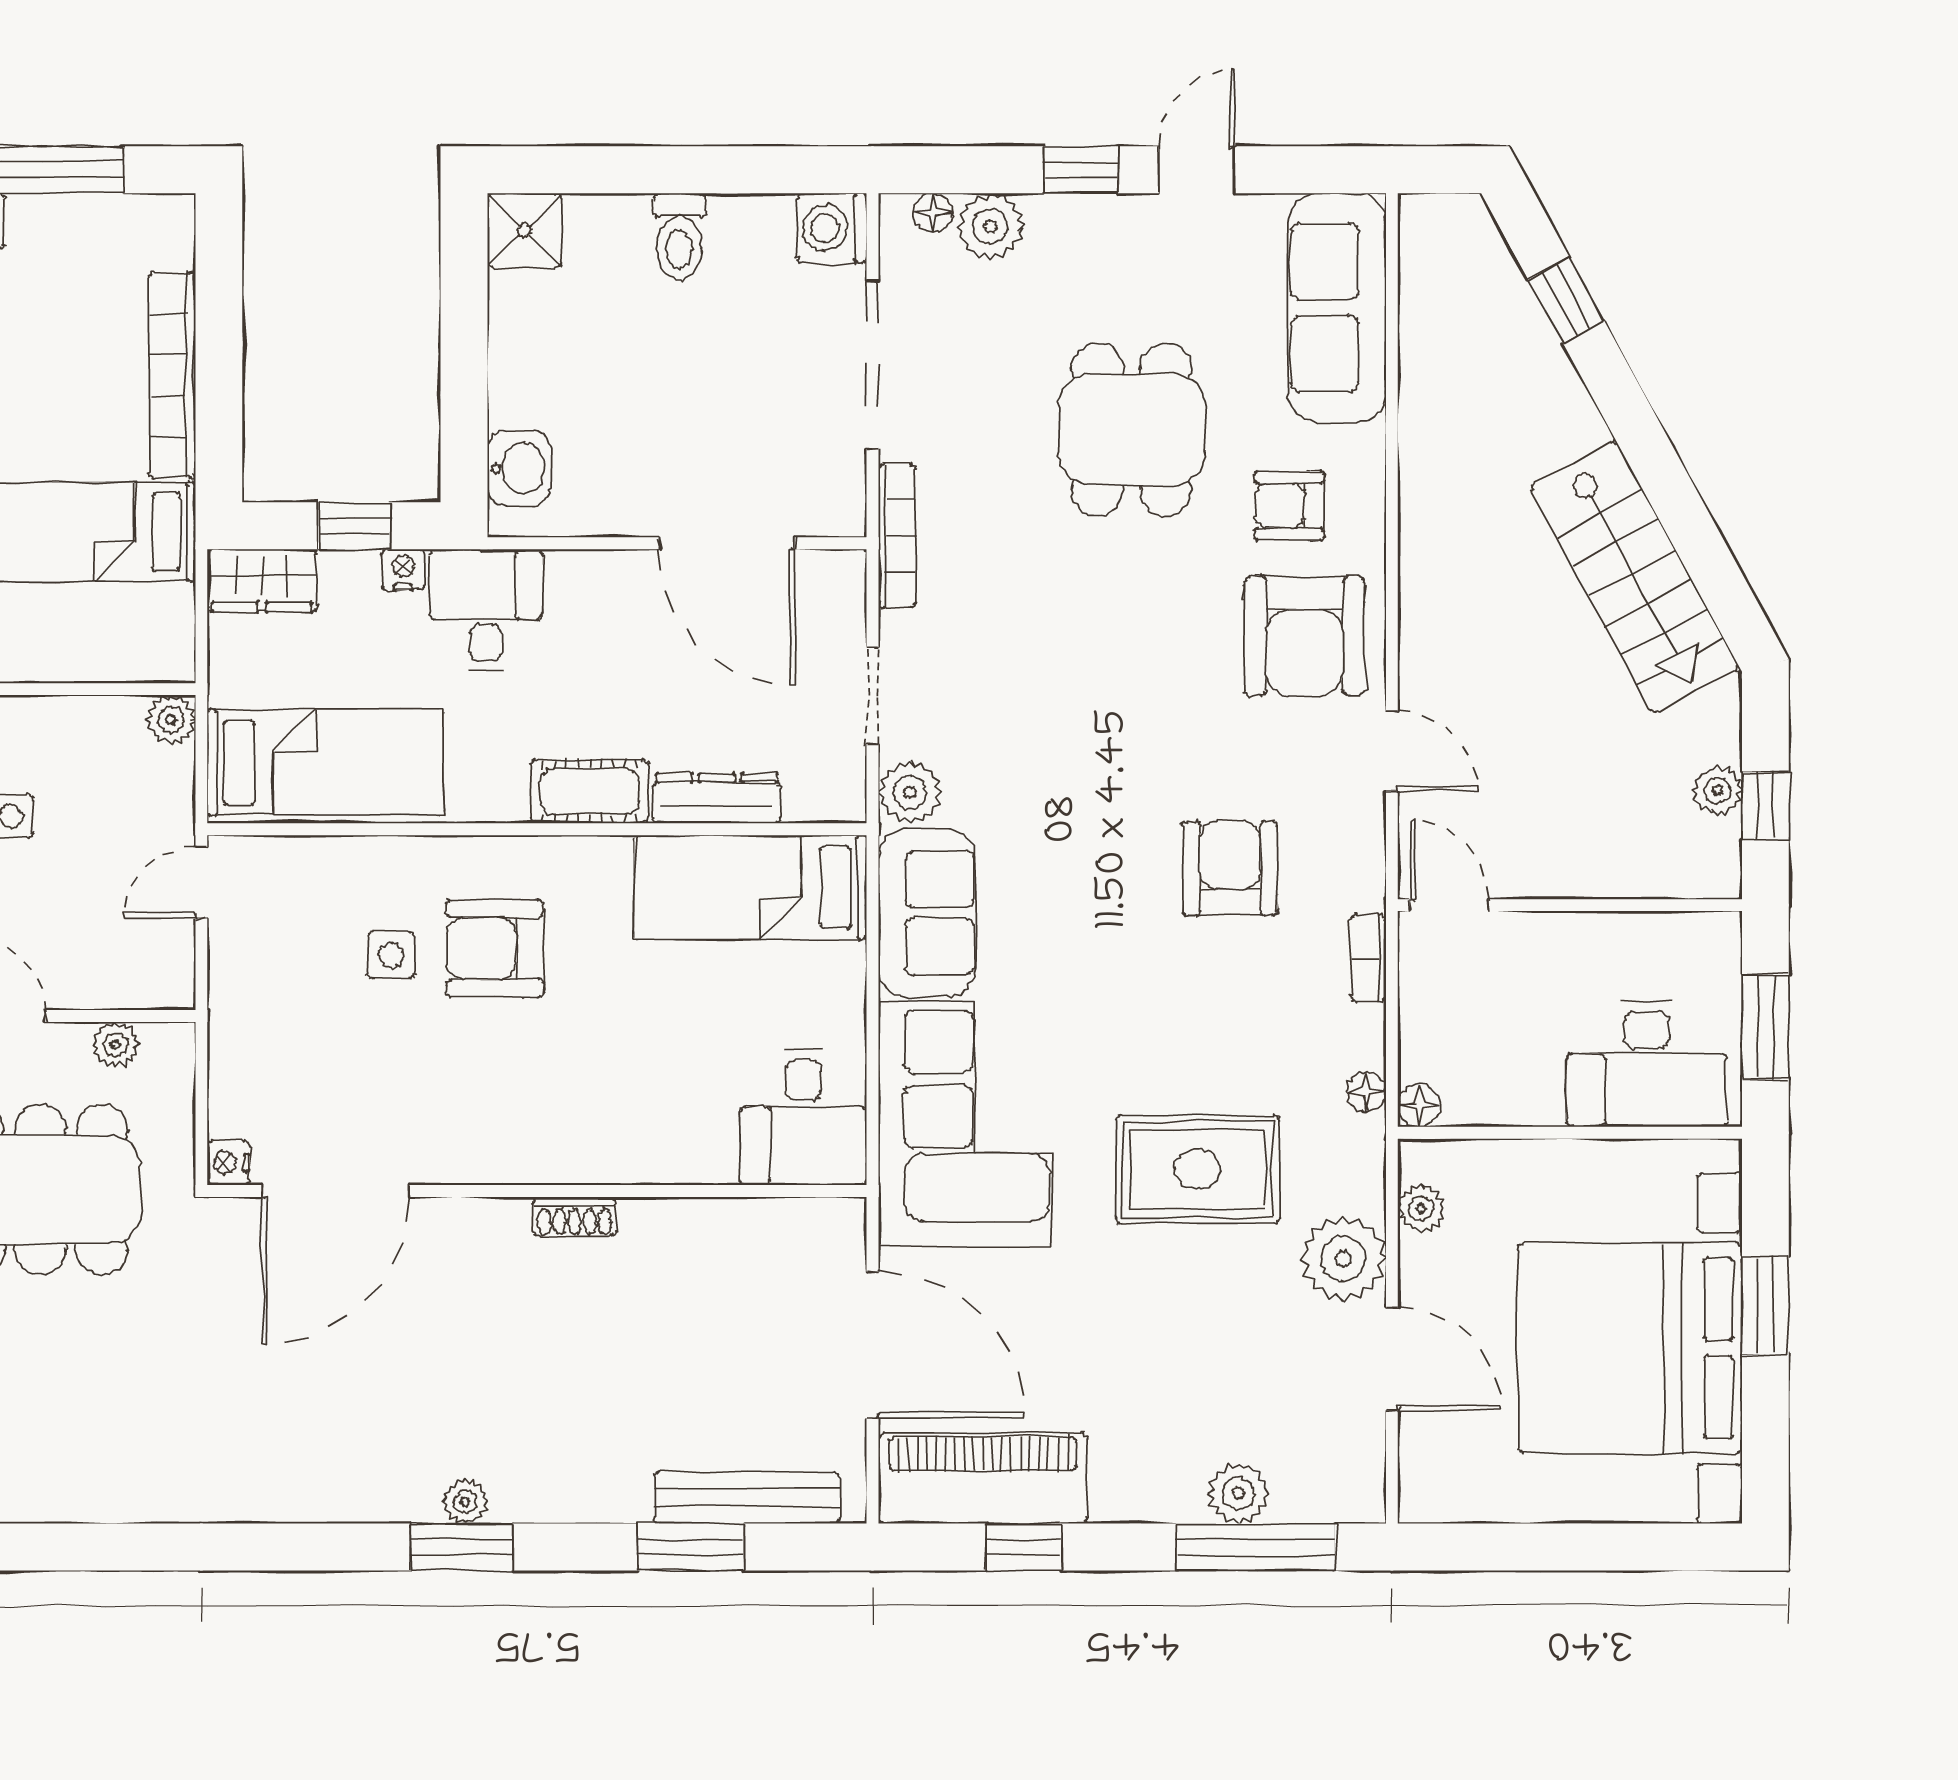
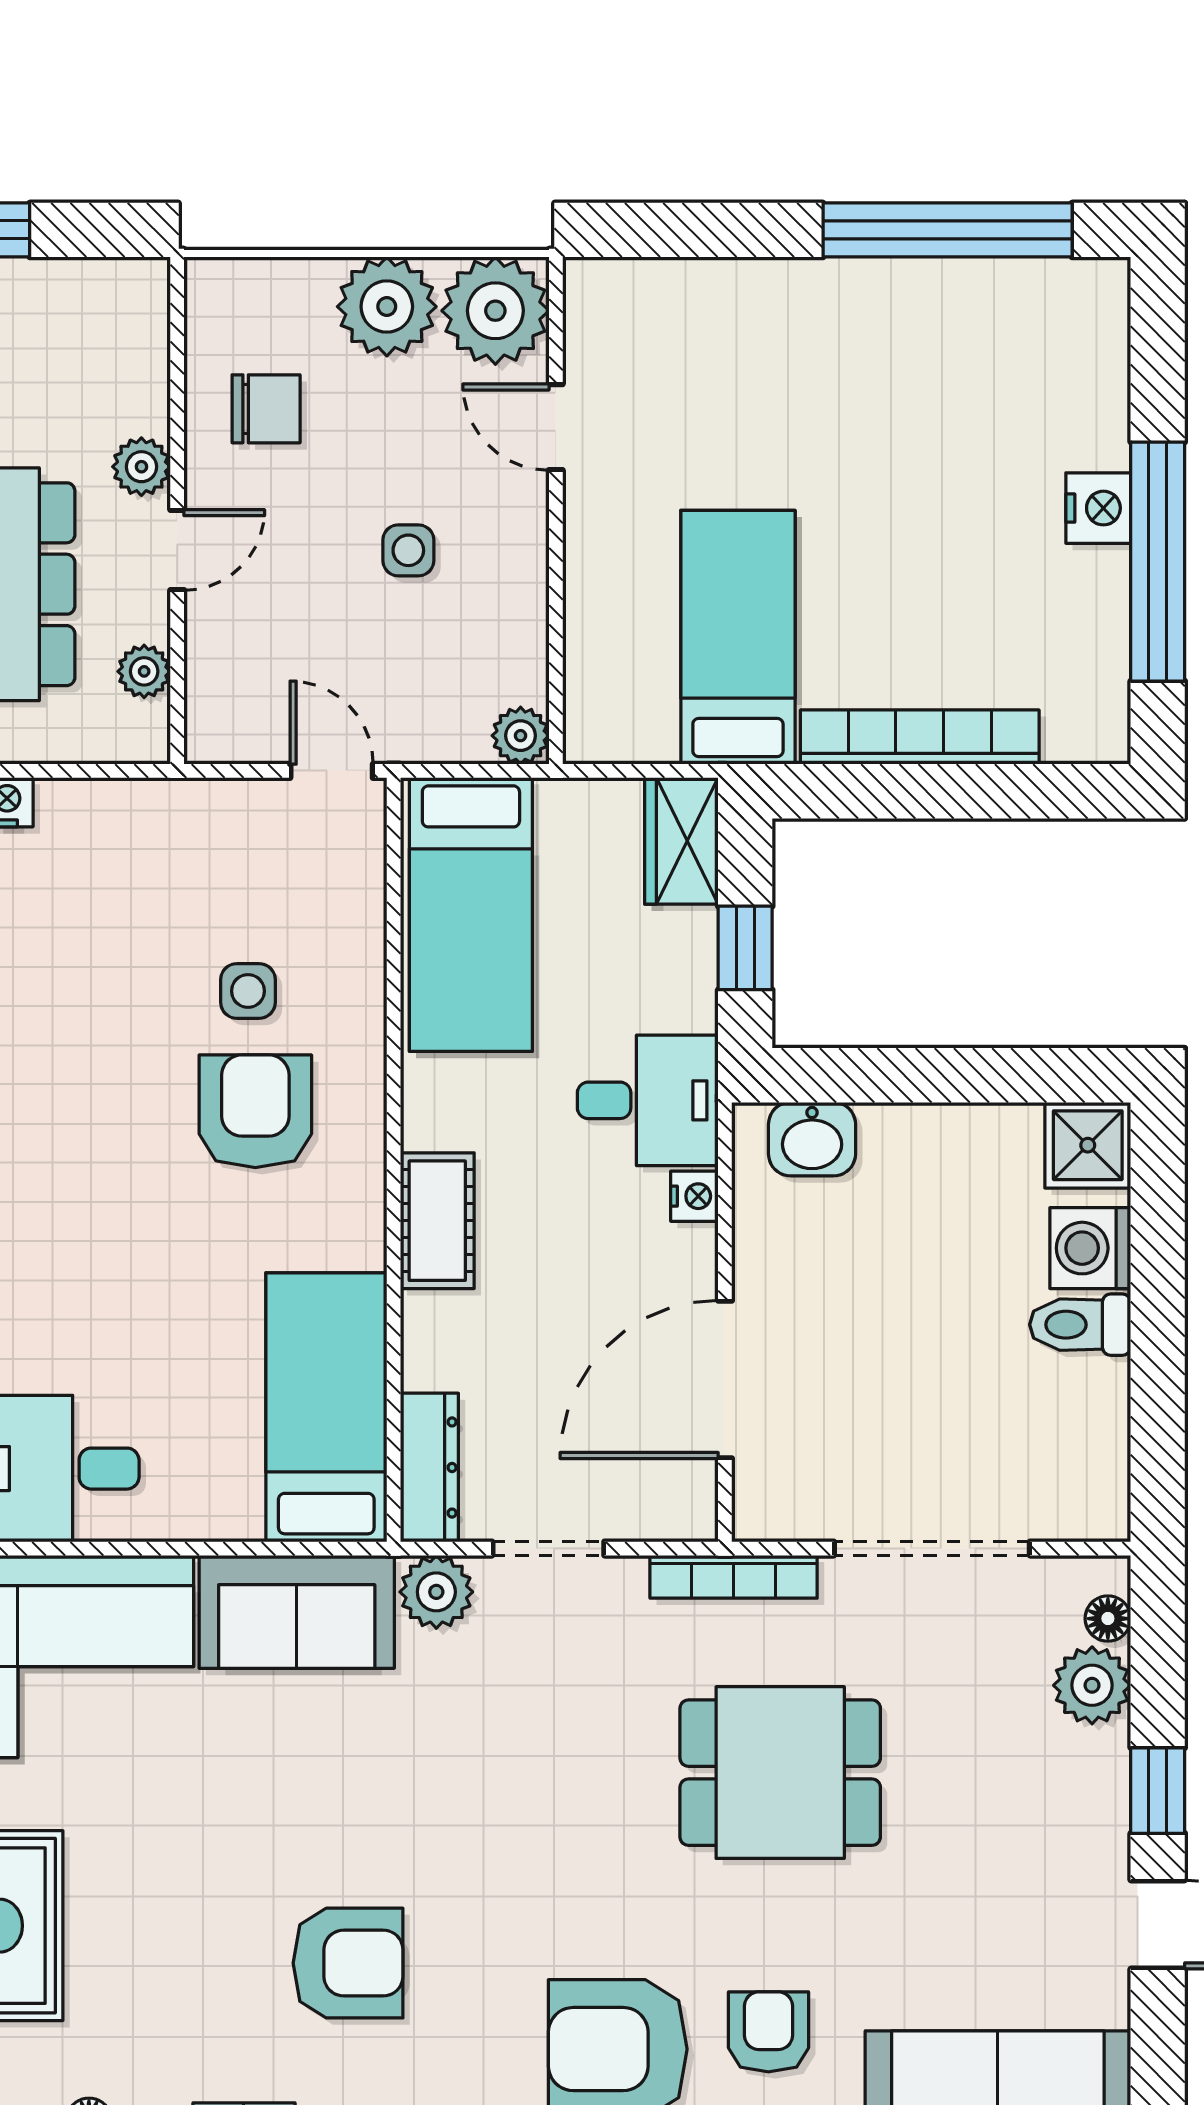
washing machine: (832, 228) -> (1090, 1248), moved, turned -90
dining table: (1132, 429) -> (780, 1773), moved
nightstand: (403, 570) -> (694, 1196), moved
dresser: (717, 798) -> (429, 1468), moved

